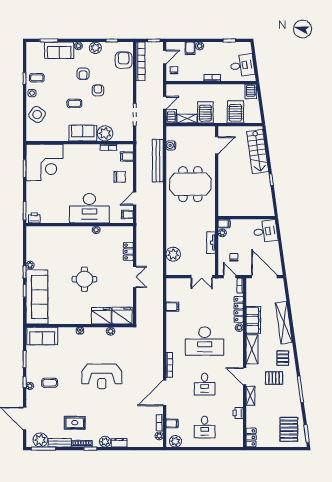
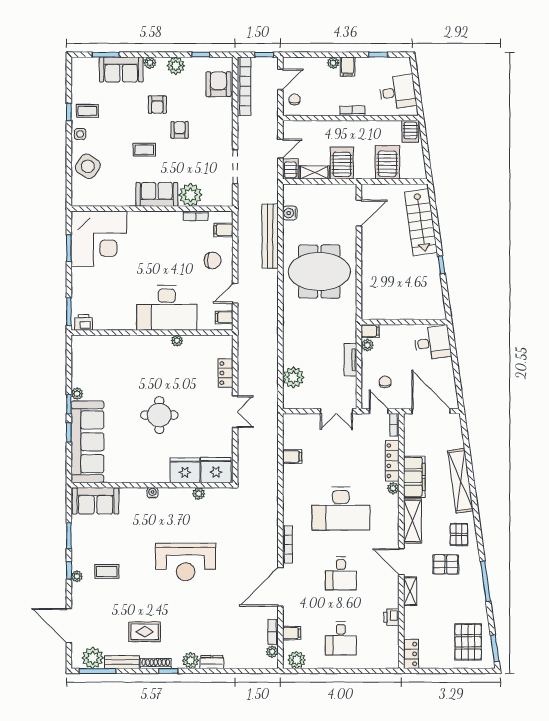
filing cabinet: (190, 48) -> (348, 66), moved

